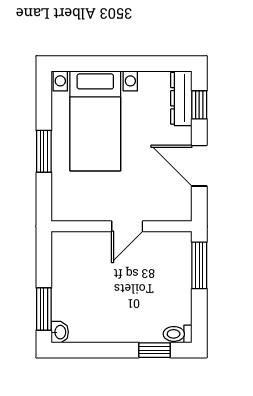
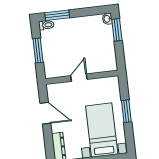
window: (199, 105) -> (49, 145), removed
window: (199, 265) -> (38, 51), moved
window: (155, 350) -> (57, 15), width x1.50

